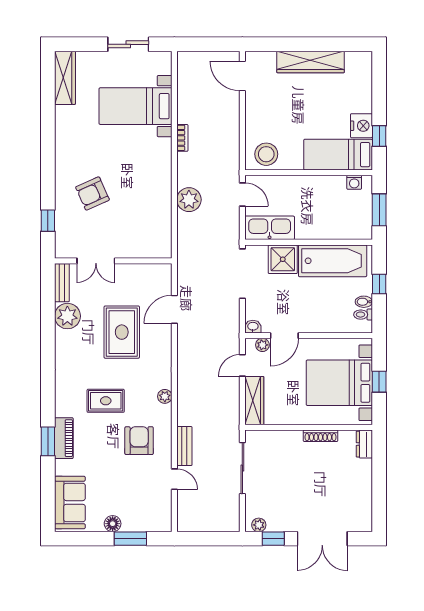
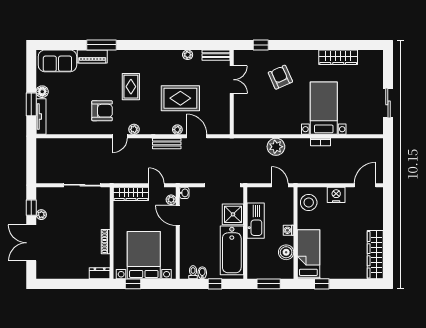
wardrobe: (311, 62) -> (375, 255), moved
wardrobe: (65, 78) -> (338, 57), moved
bed with nightstands: (136, 106) -> (324, 108), moved
nightstand: (361, 126) -> (336, 195), moved, turned 180
washing machine: (354, 182) -> (288, 230), moved
boiler: (335, 186) -> (286, 252), added
door: (242, 194) -> (280, 185), swing flipped
kitchen sink: (270, 228) -> (256, 221), moved
double door: (96, 261) -> (232, 80), swing flipped
plant: (67, 316) -> (188, 55), width x0.53, depth x0.53
plant: (165, 336) -> (177, 130), added
window: (379, 382) -> (133, 284), moved
piano: (64, 438) -> (92, 56), moved
window: (48, 441) -> (101, 45), width x1.44
bench: (184, 446) -> (167, 143), moved
door: (174, 479) -> (120, 136), moved
tv unit: (147, 525) -> (41, 116), added
plant: (259, 525) -> (41, 215), moved

